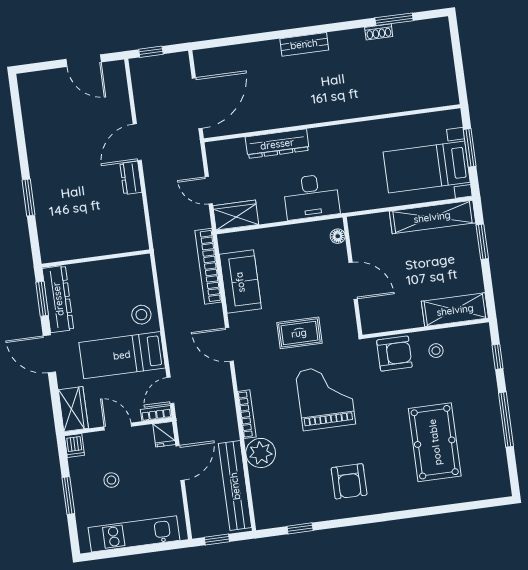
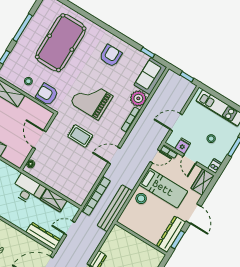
dresser: (277, 144) -> (43, 236), moved
door: (209, 190) -> (69, 228), swing flipped
wardrobe: (236, 215) -> (54, 200), moved
sofa: (240, 282) -> (150, 76), moved
door: (229, 344) -> (114, 155), swing flipped
grand piano: (325, 397) -> (92, 100), turned 90
fridge: (164, 434) -> (183, 146), moved
pool table: (435, 442) -> (61, 43), width x1.36, depth x1.32
bench: (235, 486) -> (115, 208), moved

